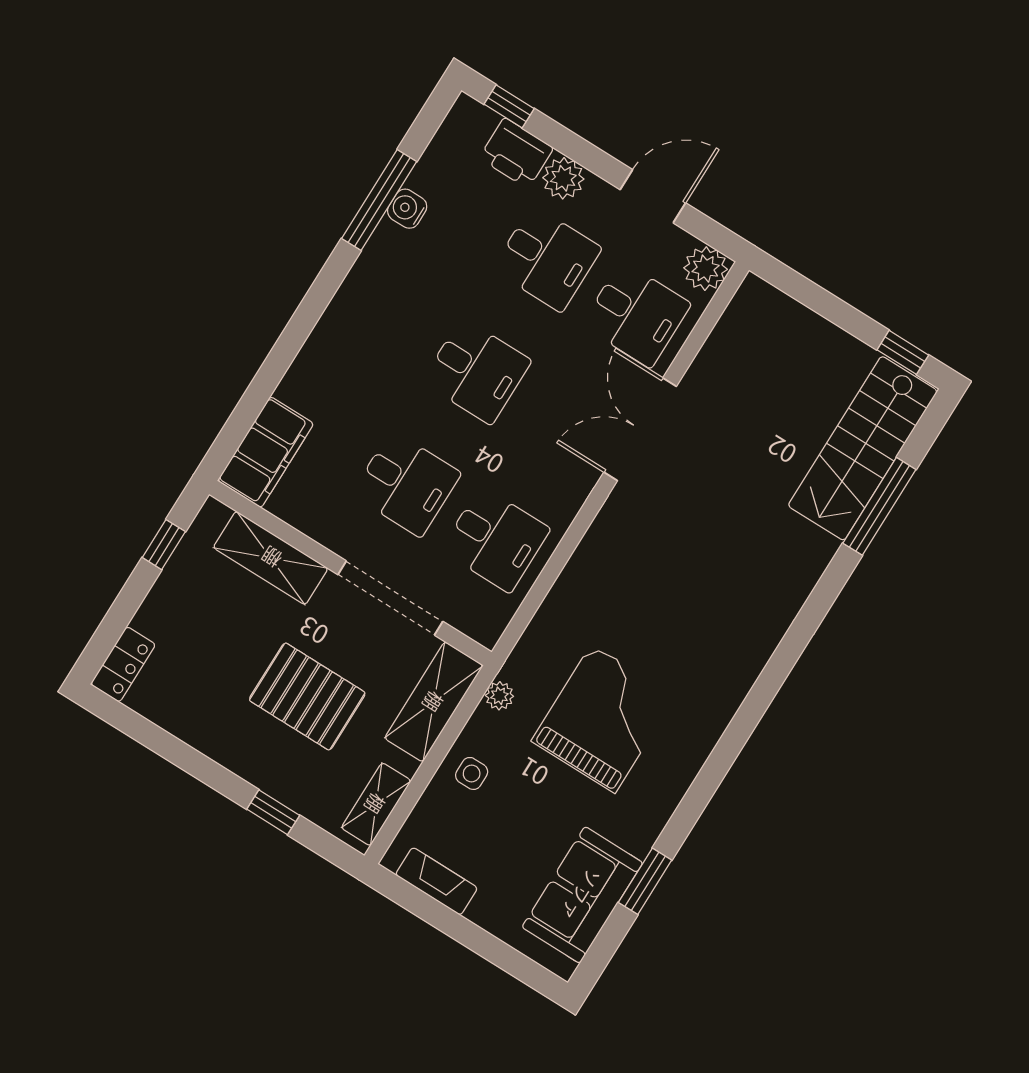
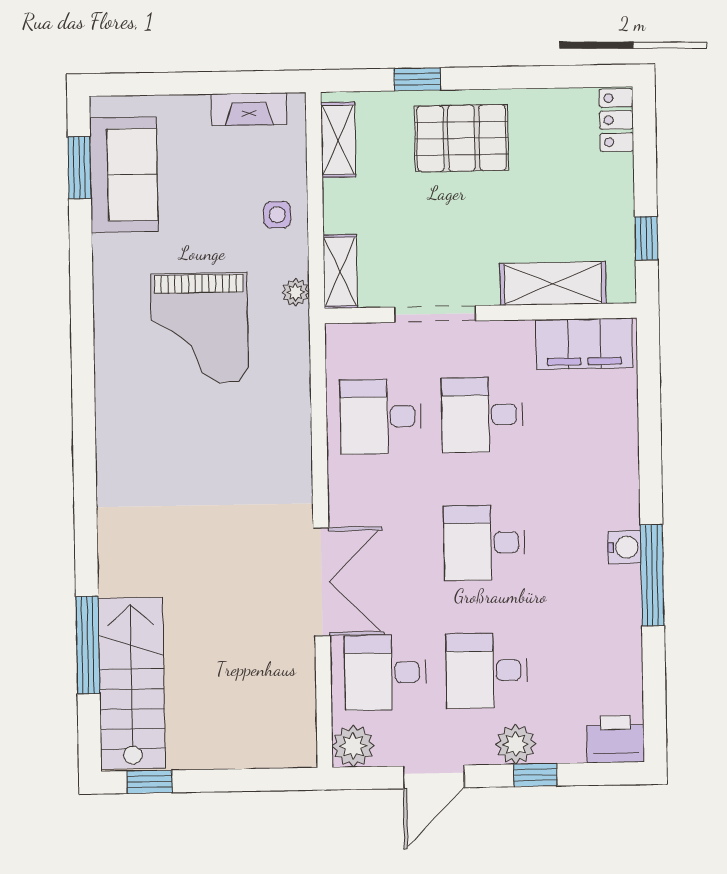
window: (509, 106) -> (535, 775), moved
printer: (516, 153) -> (616, 739), moved
window: (379, 200) -> (652, 575), moved
water cooler: (407, 209) -> (624, 547), moved
filing cabinet: (266, 452) -> (584, 344), moved, turned -90
doorway: (390, 598) -> (435, 314), width x0.73
pallet: (307, 696) -> (461, 138), moved
shelving: (434, 702) -> (340, 271), width x0.67, depth x0.75
window: (645, 881) -> (79, 168), moved

